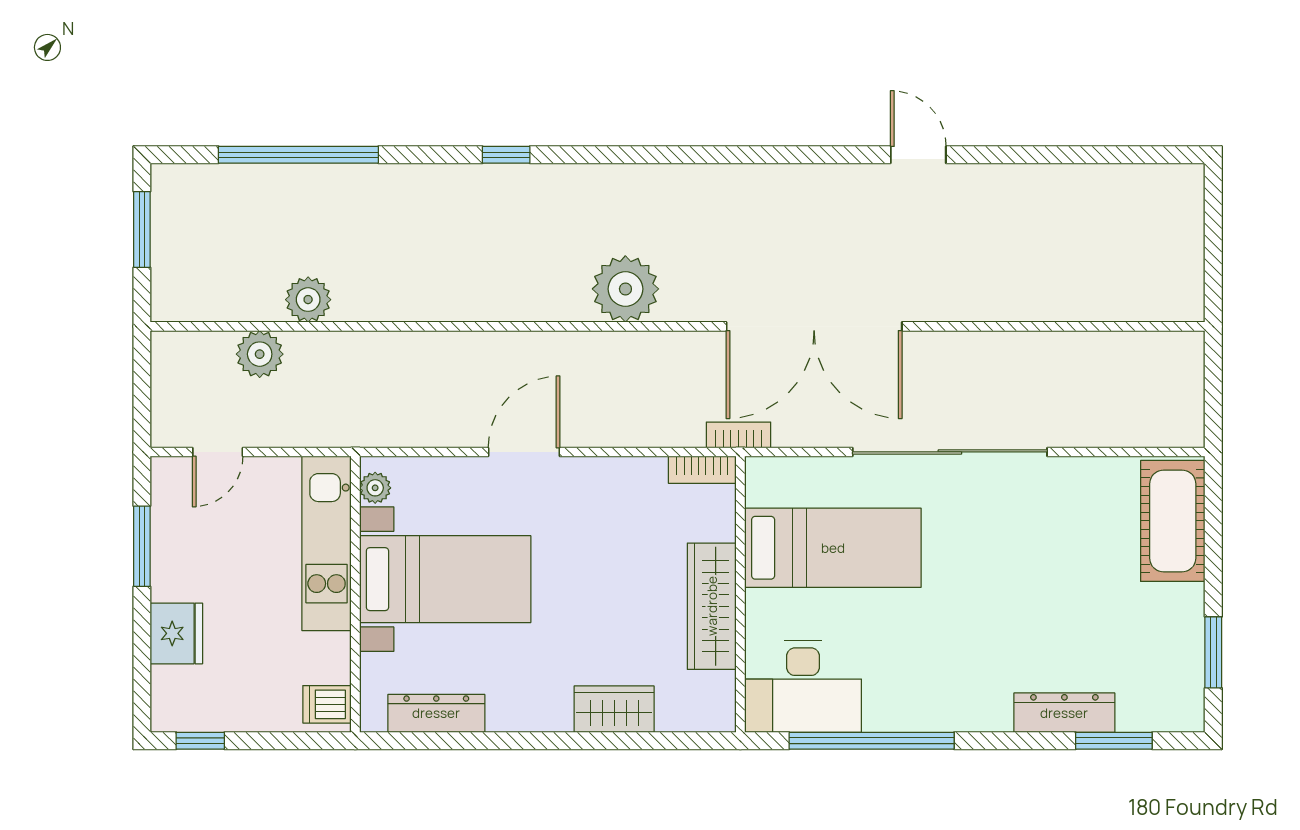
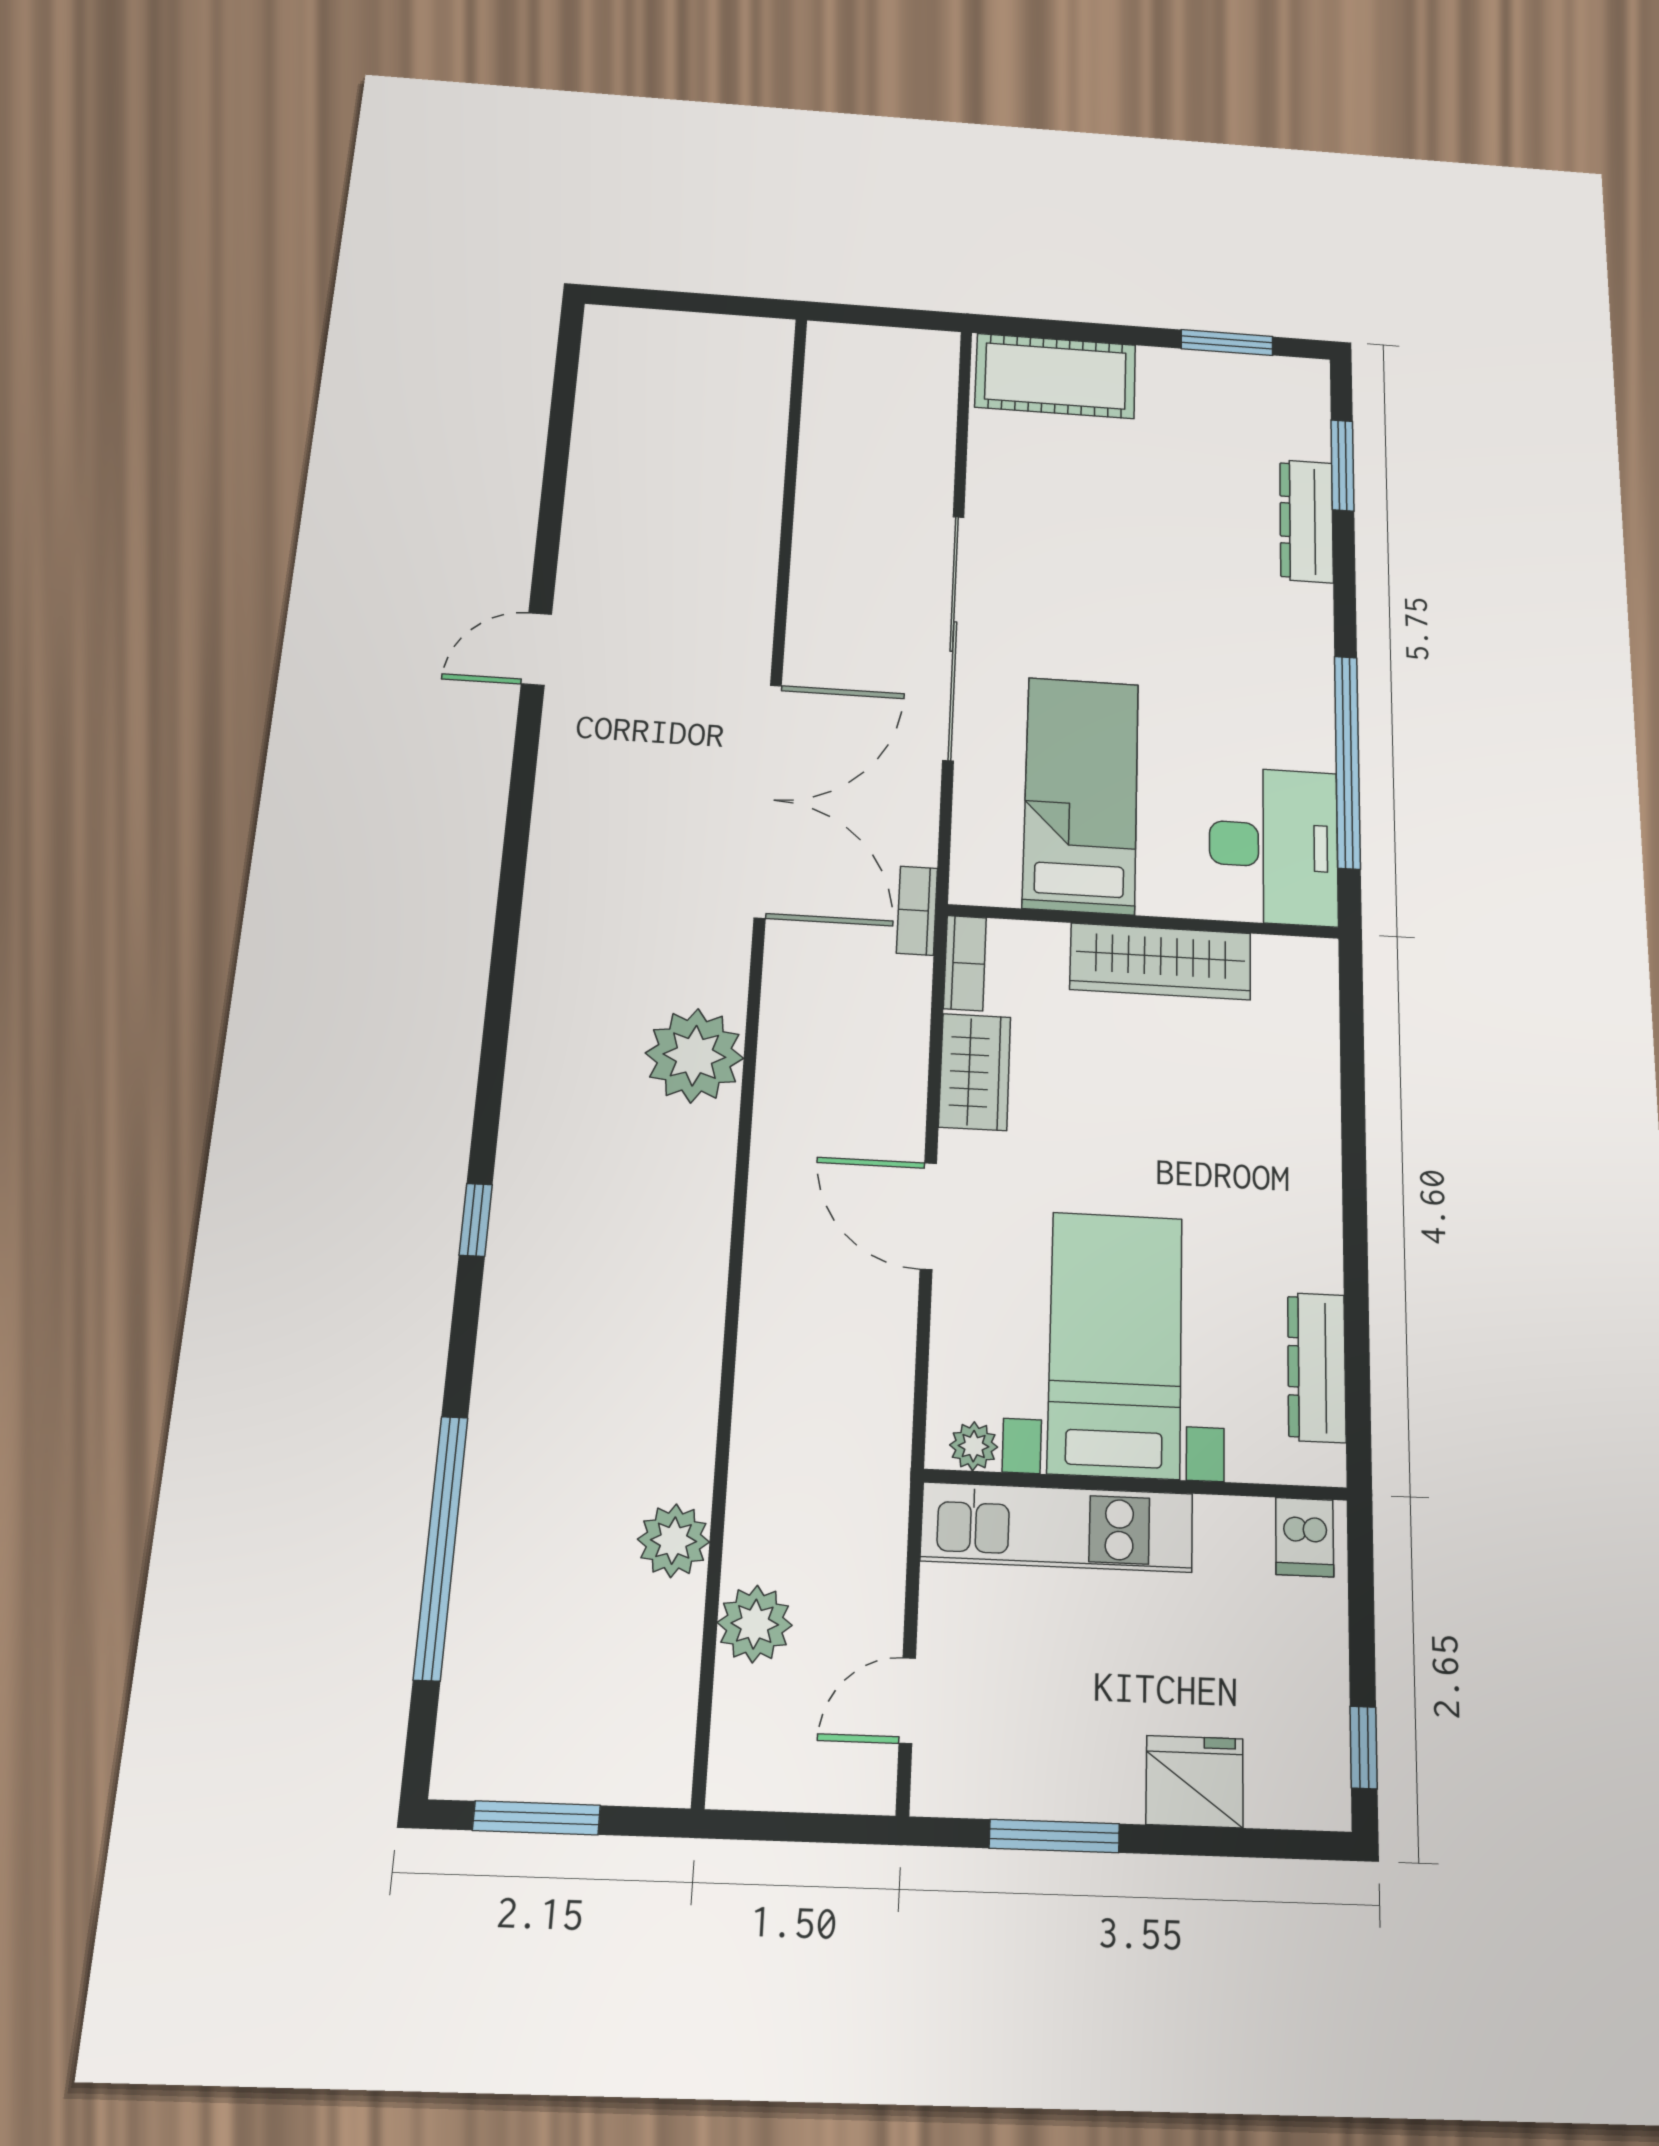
door: (218, 452) -> (907, 1701), swing flipped
wardrobe: (614, 709) -> (975, 1072), moved, turned 180

